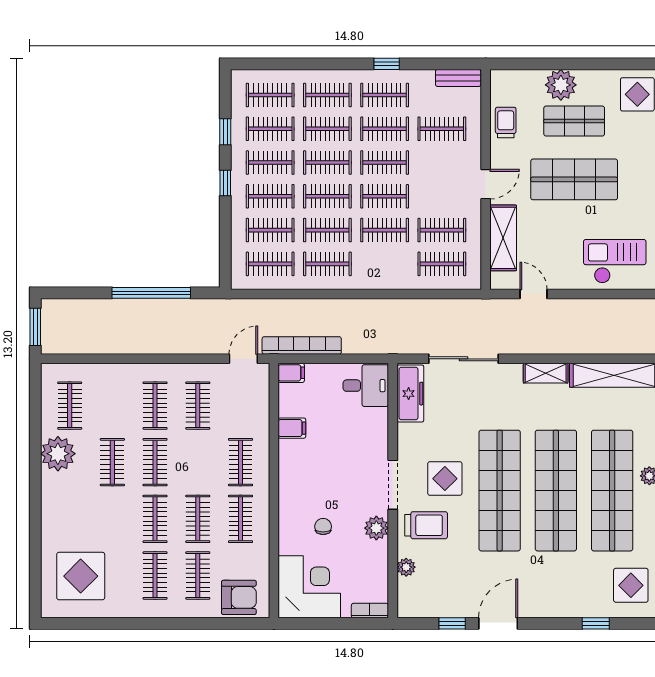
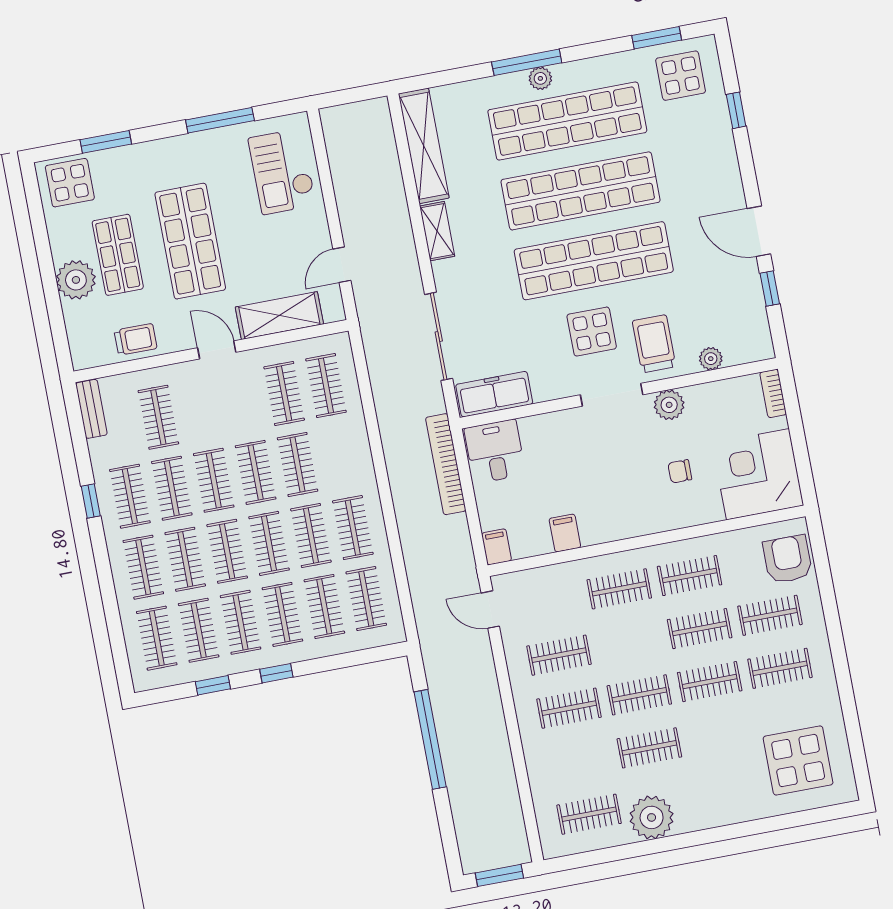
trolley: (506, 123) -> (136, 339), turned 180
bookcase: (302, 345) -> (446, 464), moved

